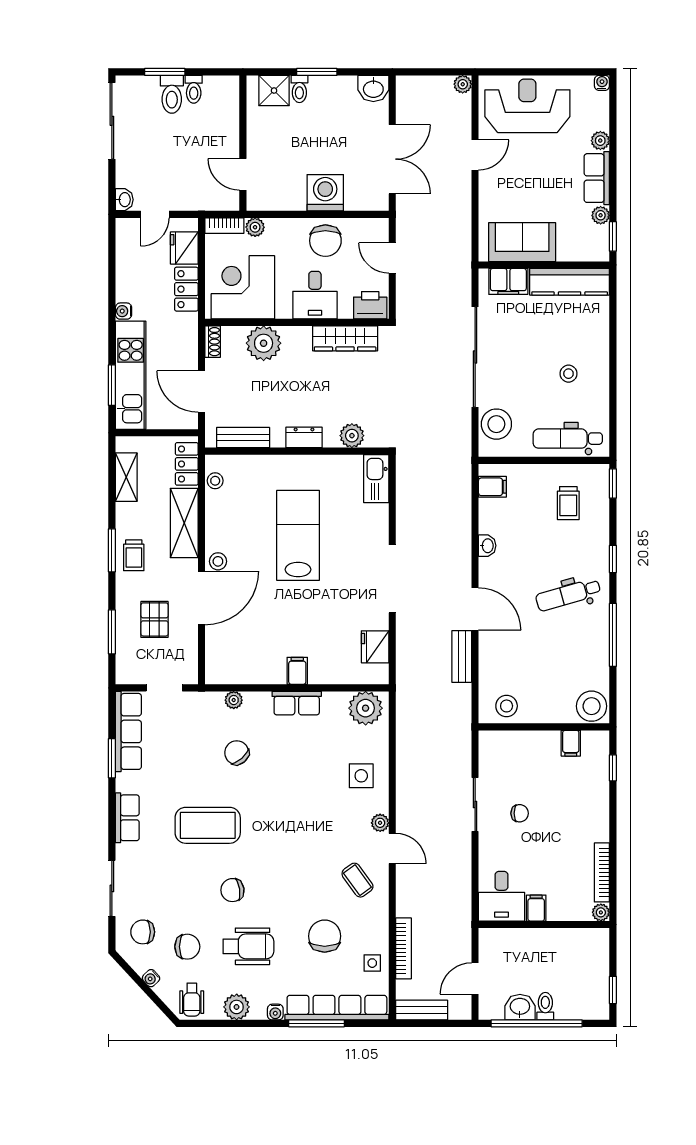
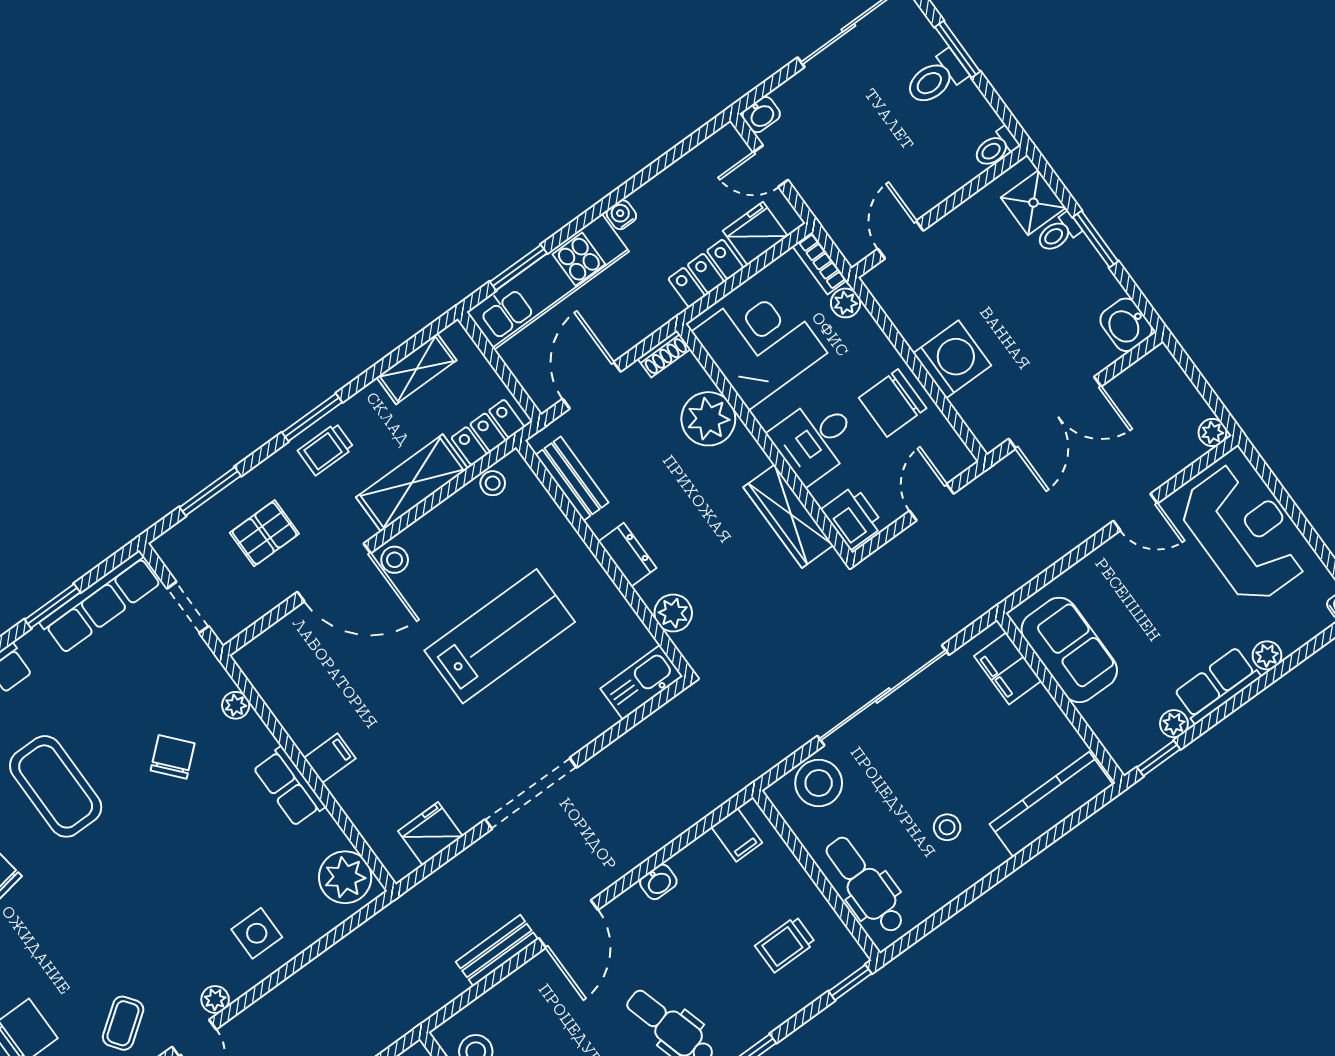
toilet: (194, 89) -> (996, 148), moved
kitchen counter: (570, 282) -> (1051, 804), moved, turned 90

